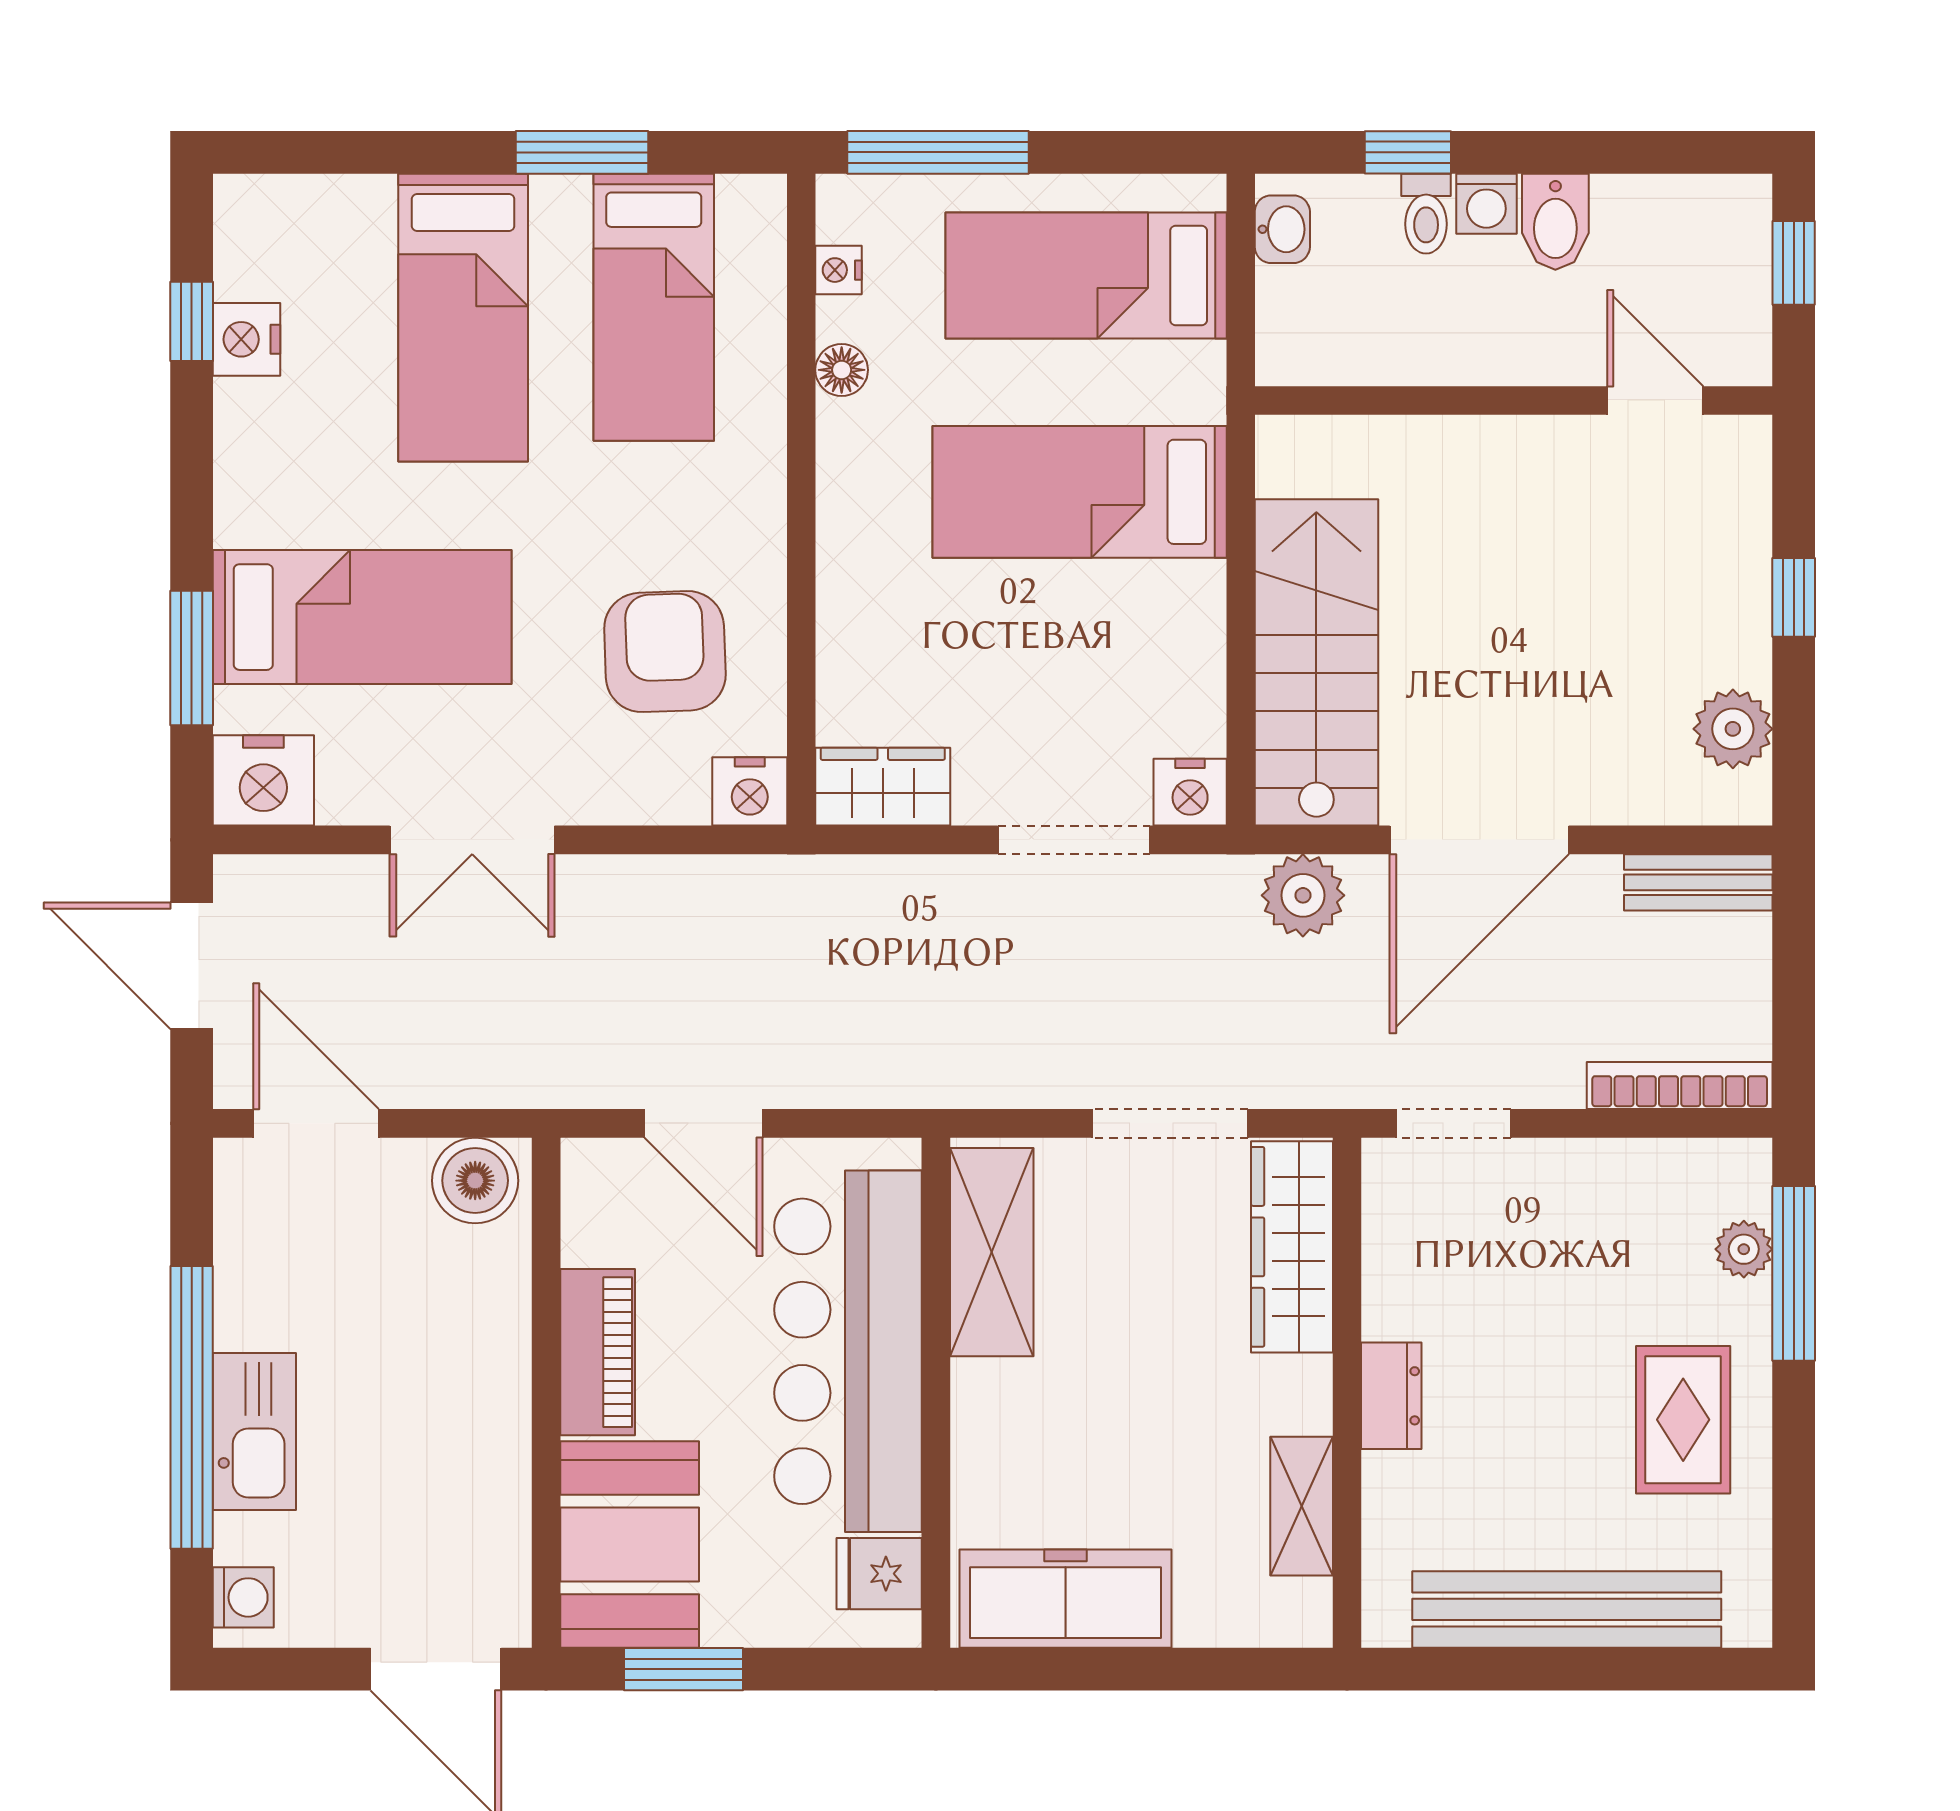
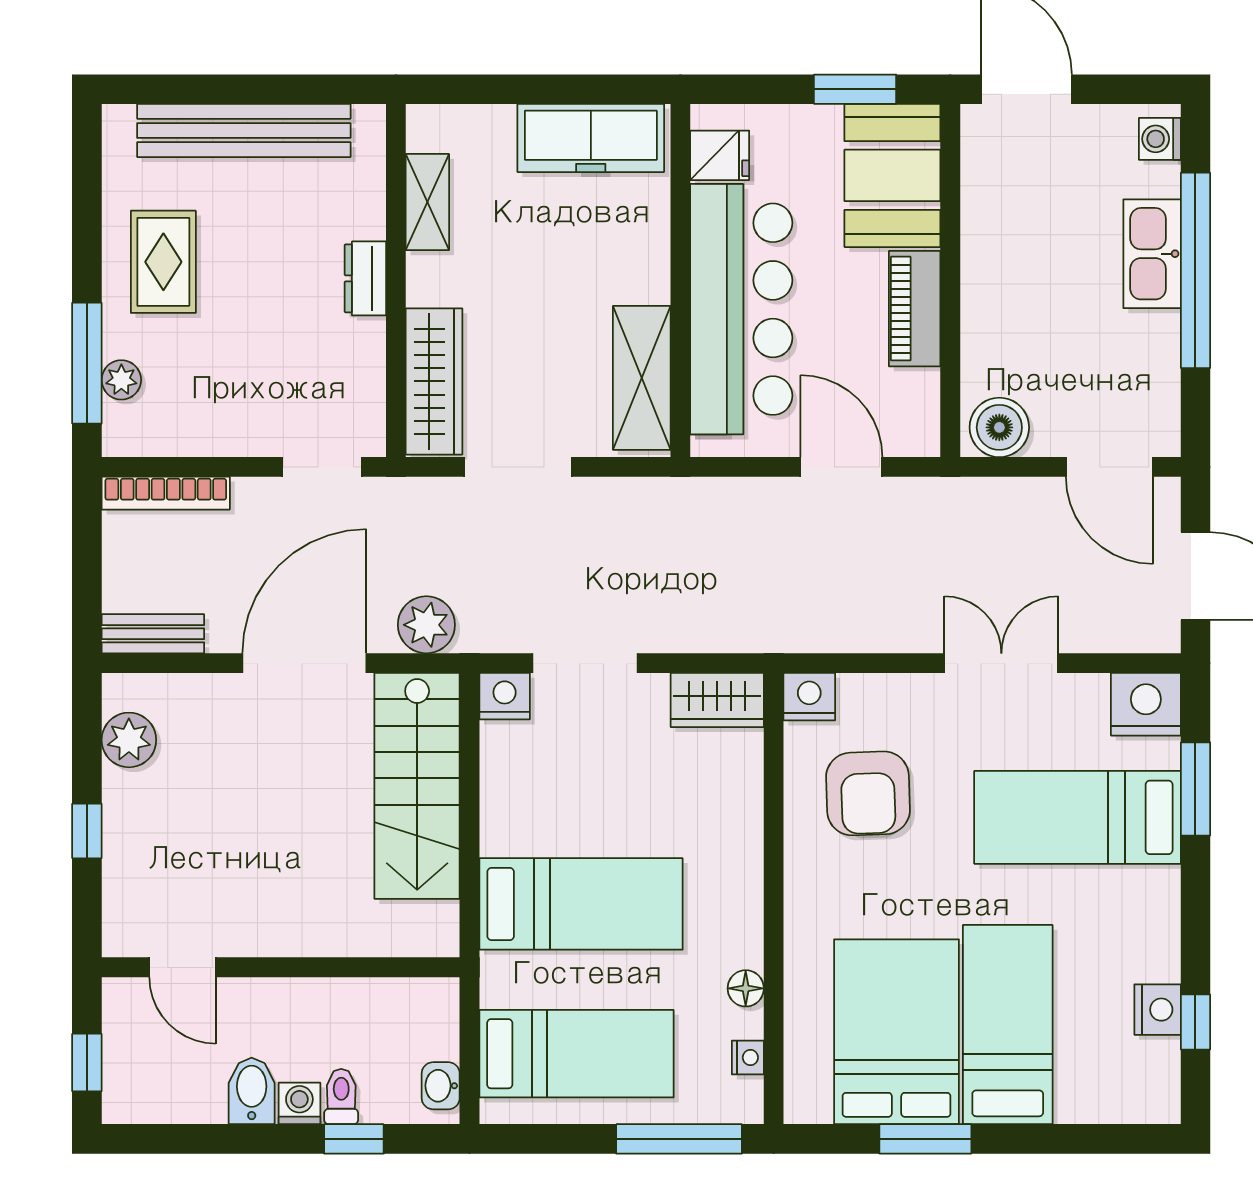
bed: (654, 307) -> (897, 1032), width x1.50

